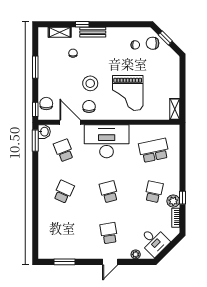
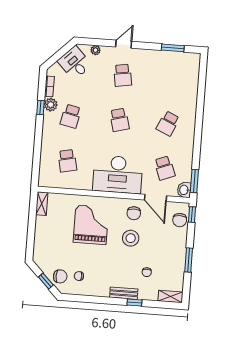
shelving: (60, 32) -> (170, 297), moved
school desk: (154, 150) -> (67, 161), width x0.54

